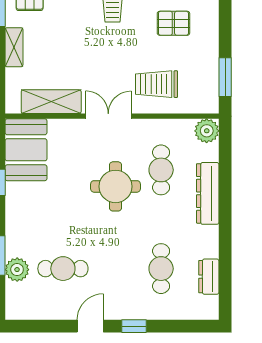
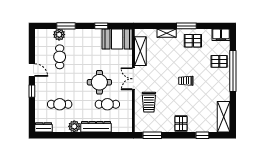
pallet: (173, 23) -> (181, 123), moved
trolley: (157, 84) -> (149, 102), turned 180
double door: (108, 116) -> (133, 79), swing flipped
plant: (207, 131) -> (74, 126), moved
dresser: (209, 277) -> (43, 127), moved

